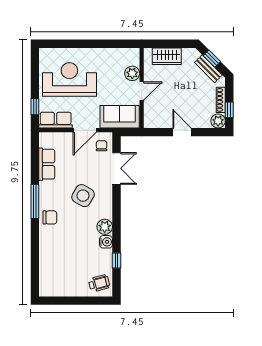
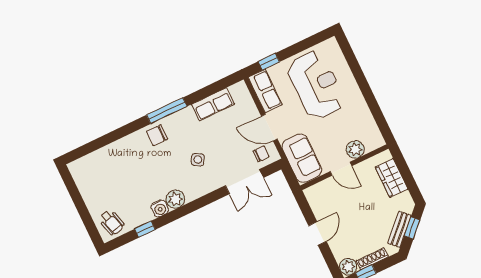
side table: (83, 196) -> (198, 160), width x0.54, depth x0.54
chair: (50, 217) -> (157, 135), turned 90

